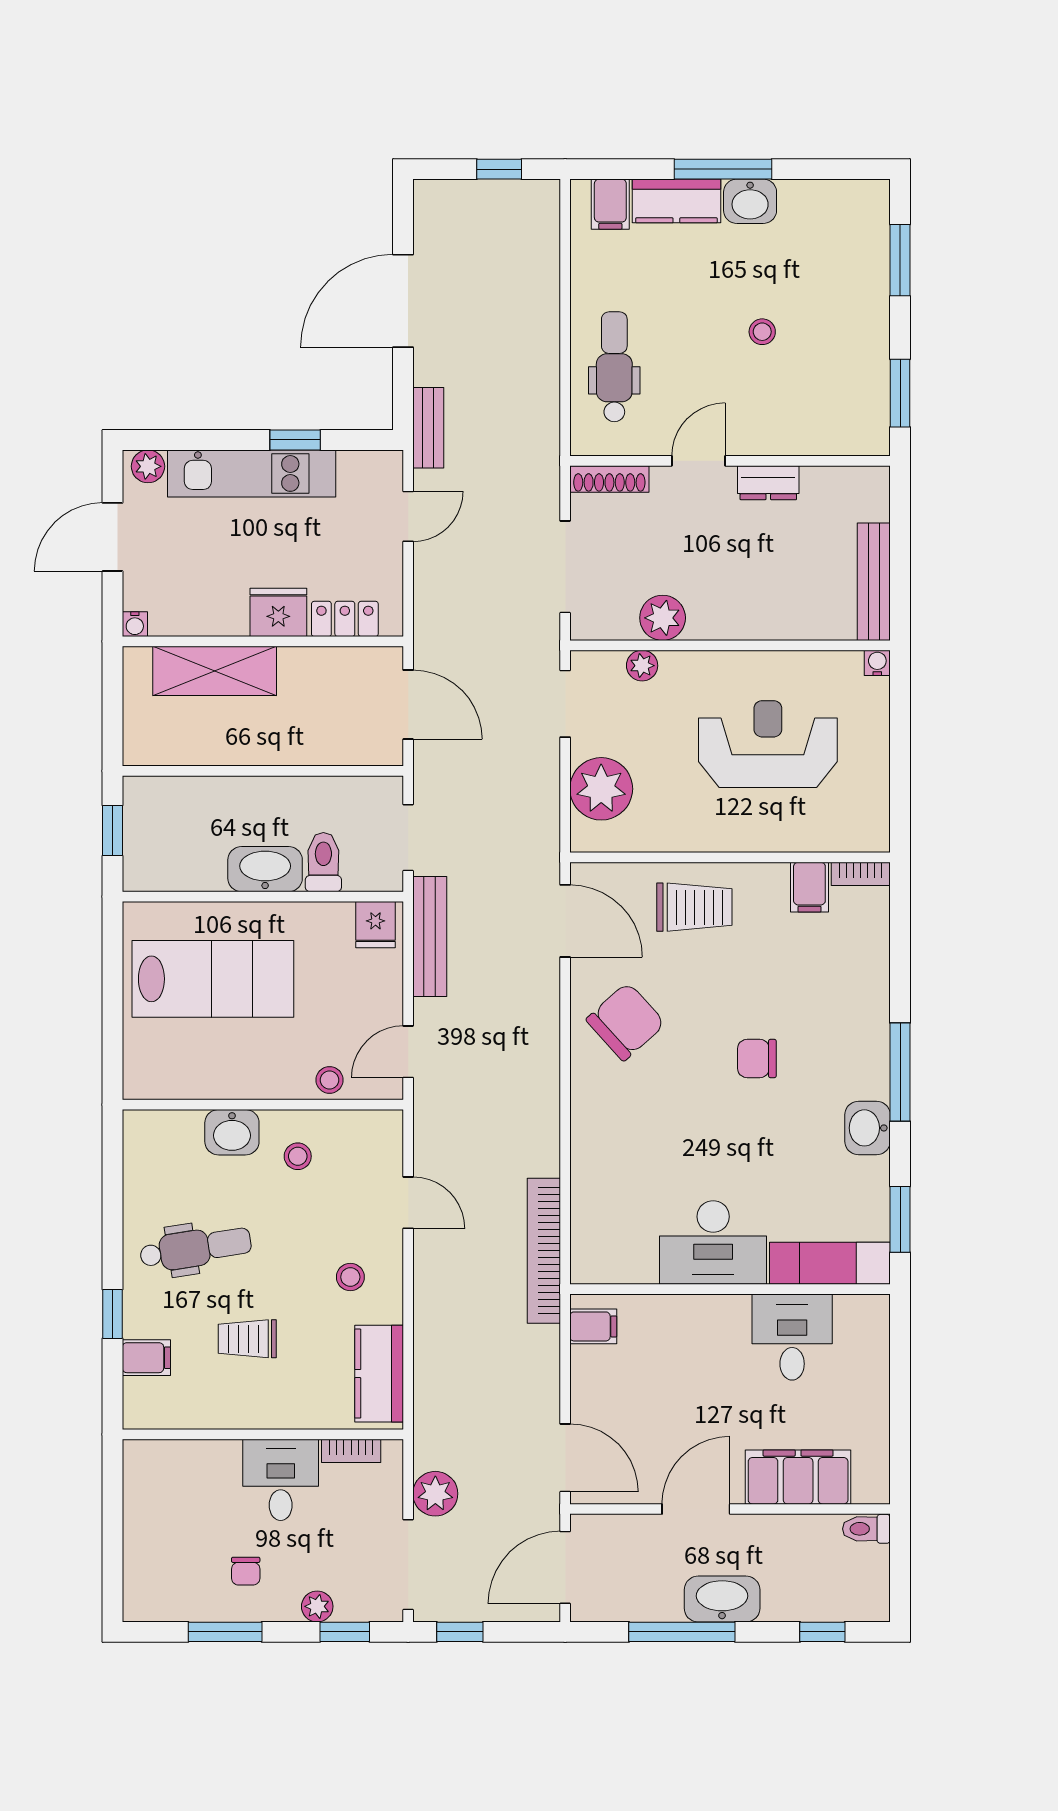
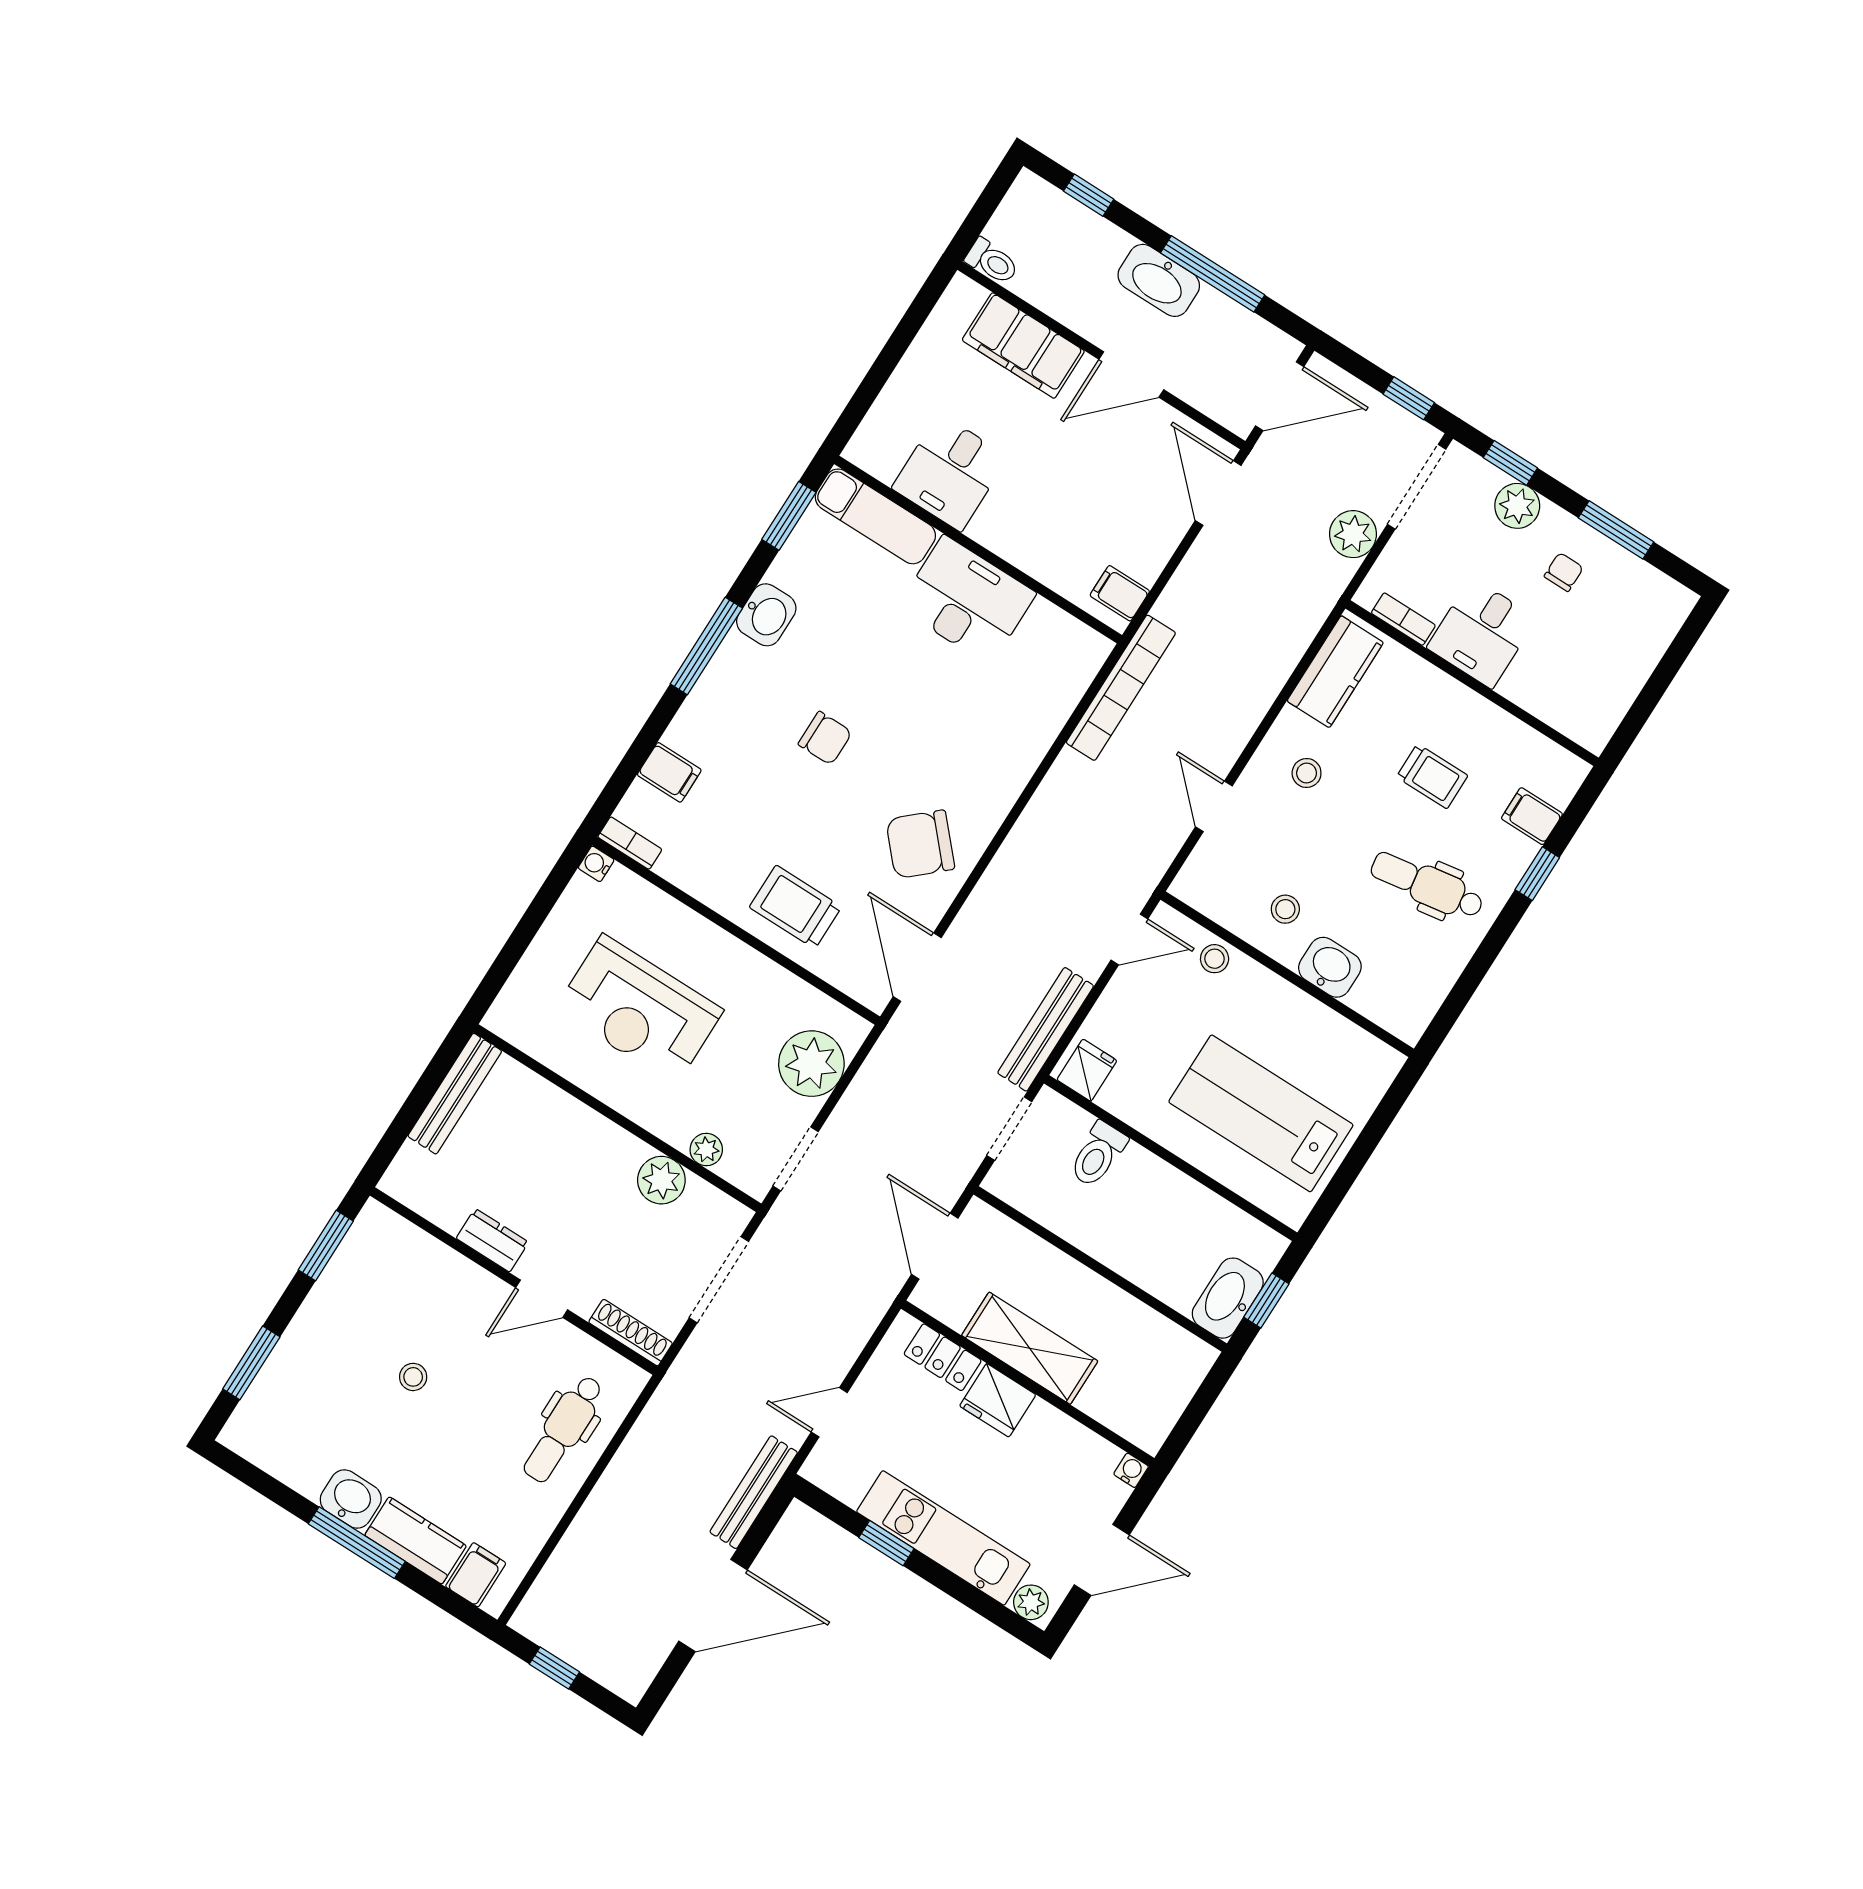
bench: (428, 428) -> (754, 1492), width x1.36
water cooler: (877, 663) -> (596, 864), moved, turned 90
shelving: (215, 671) -> (1030, 1348), moved
washbasin: (265, 869) -> (1228, 1298), moved, turned 90
filing cabinet: (809, 887) -> (669, 772), moved, turned 90
plant: (317, 1606) -> (1517, 506), width x1.38, depth x1.38

